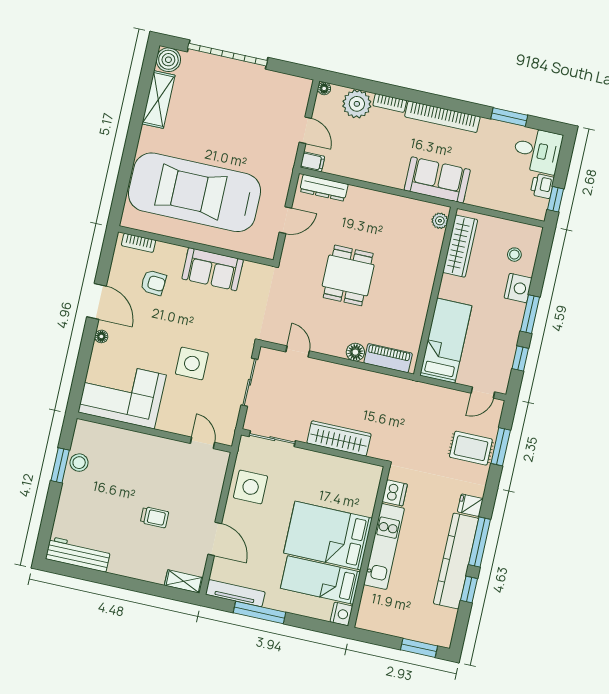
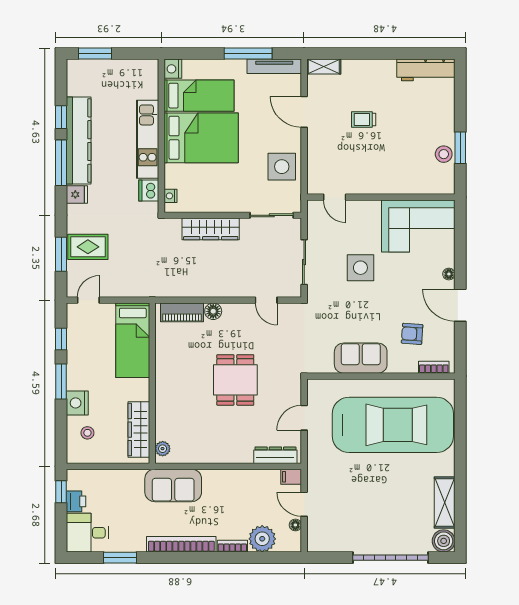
floor lamp: (324, 88) -> (295, 525), moved
nightstand: (373, 482) -> (170, 196), added

